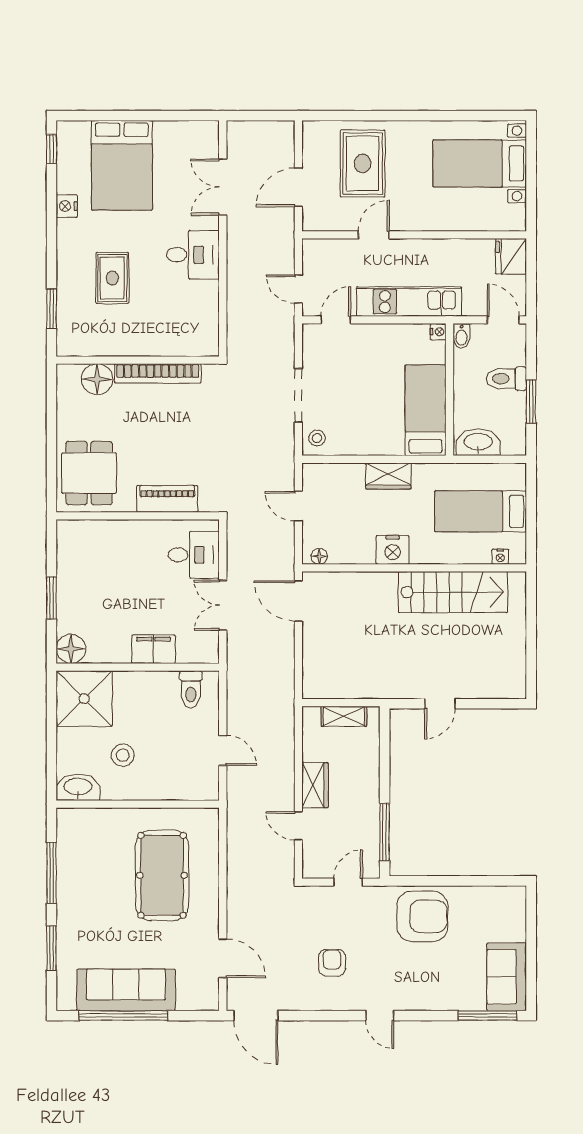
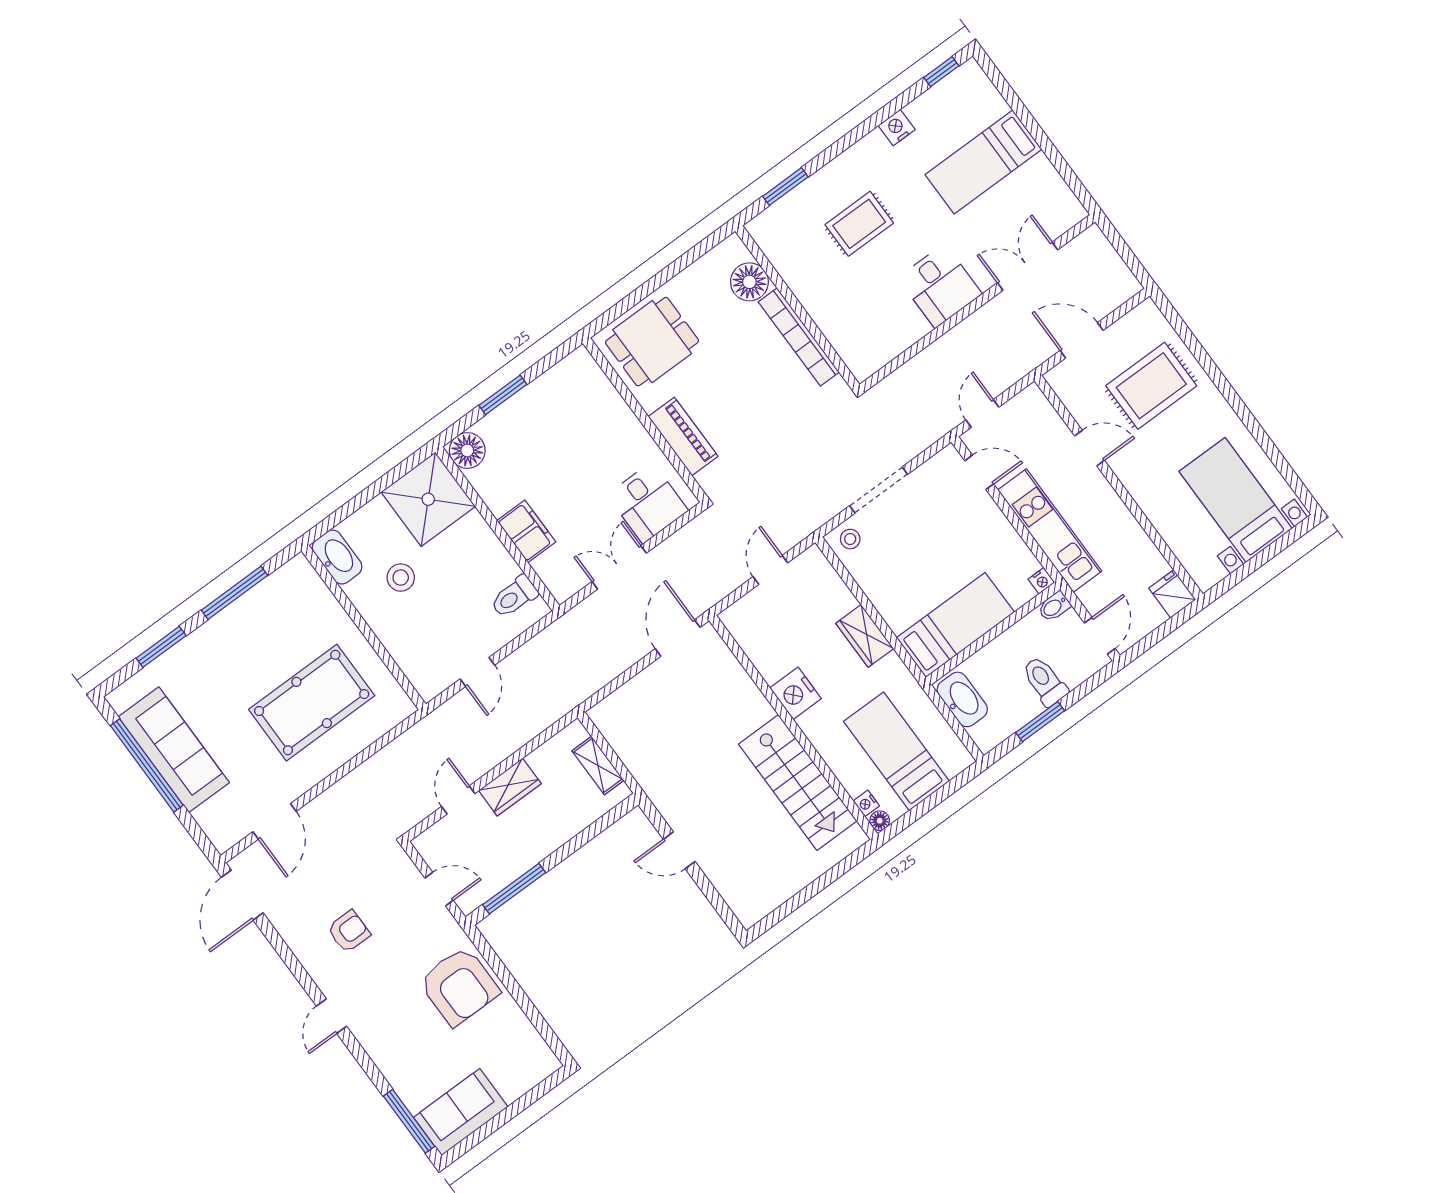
bed: (122, 165) -> (983, 162), width x0.67
fridge: (511, 256) -> (1172, 594), width x0.72
floor lamp: (319, 556) -> (880, 821), moved

